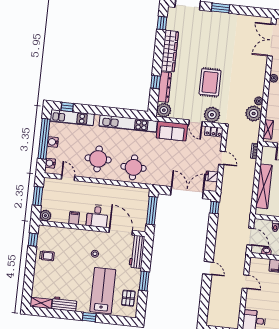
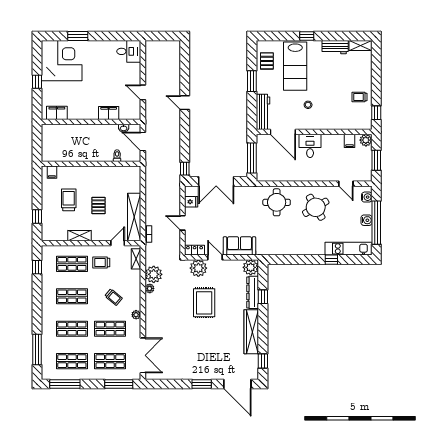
window: (67, 107) -> (331, 260), moved
kitchen unit: (128, 124) -> (287, 249), removed
round table: (98, 159) -> (316, 207), turned -30
shelving: (264, 186) -> (134, 217), moved
filing cabinet: (74, 218) -> (350, 141), moved

